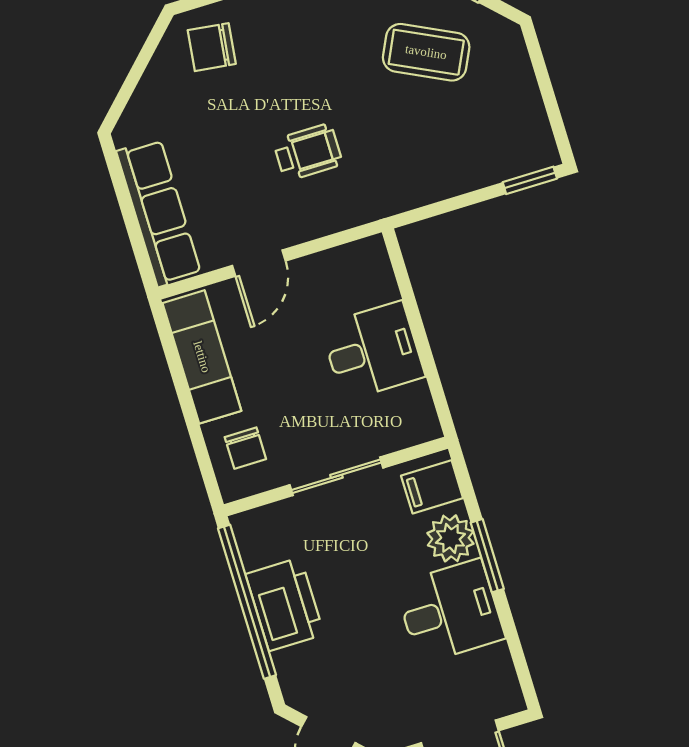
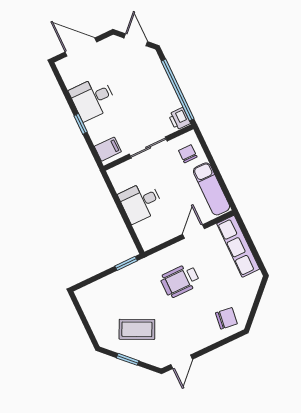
wheelchair: (308, 152) -> (180, 281), width x1.36, depth x1.37
window: (530, 180) -> (126, 263), moved
plant: (450, 538) -> (97, 129), removed
window: (487, 556) -> (81, 124), width x0.67
printer: (285, 604) -> (179, 119), moved, width x0.53, depth x0.68

